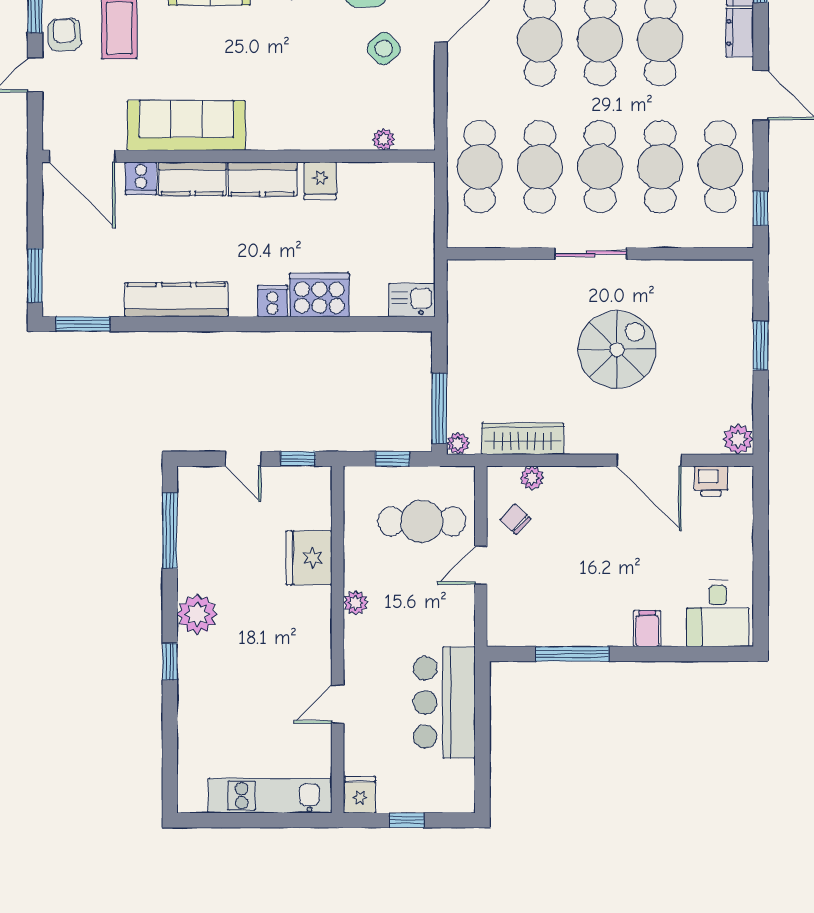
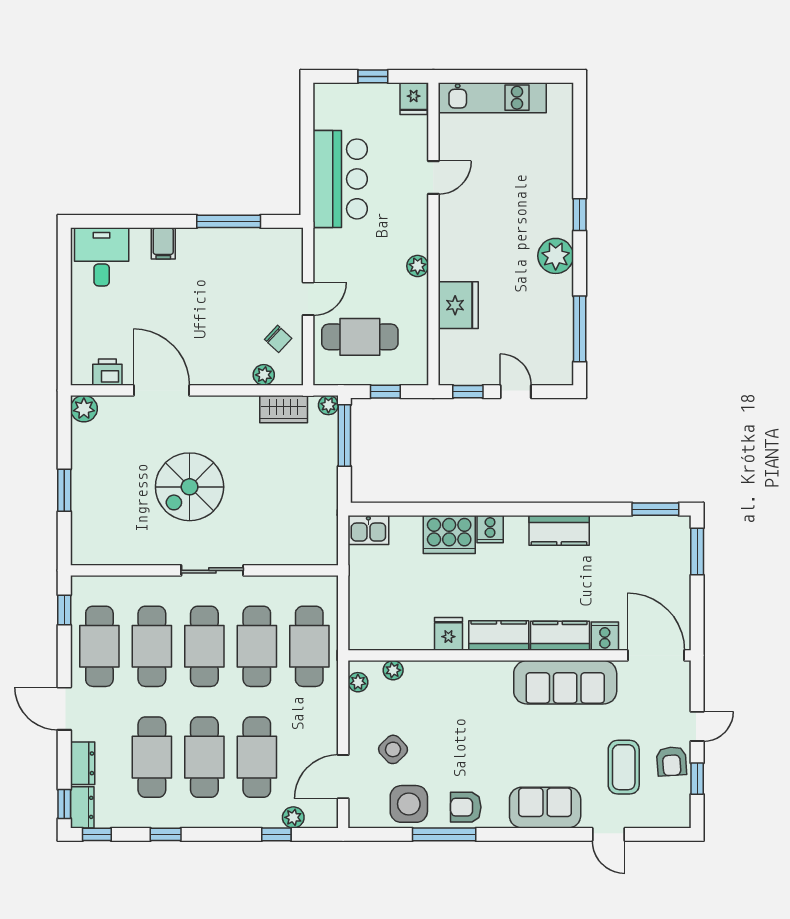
plant: (424, 126) -> (358, 682), added
kitchen counter: (176, 300) -> (559, 530), width x0.67
wardrobe: (523, 439) -> (284, 409), width x0.67

